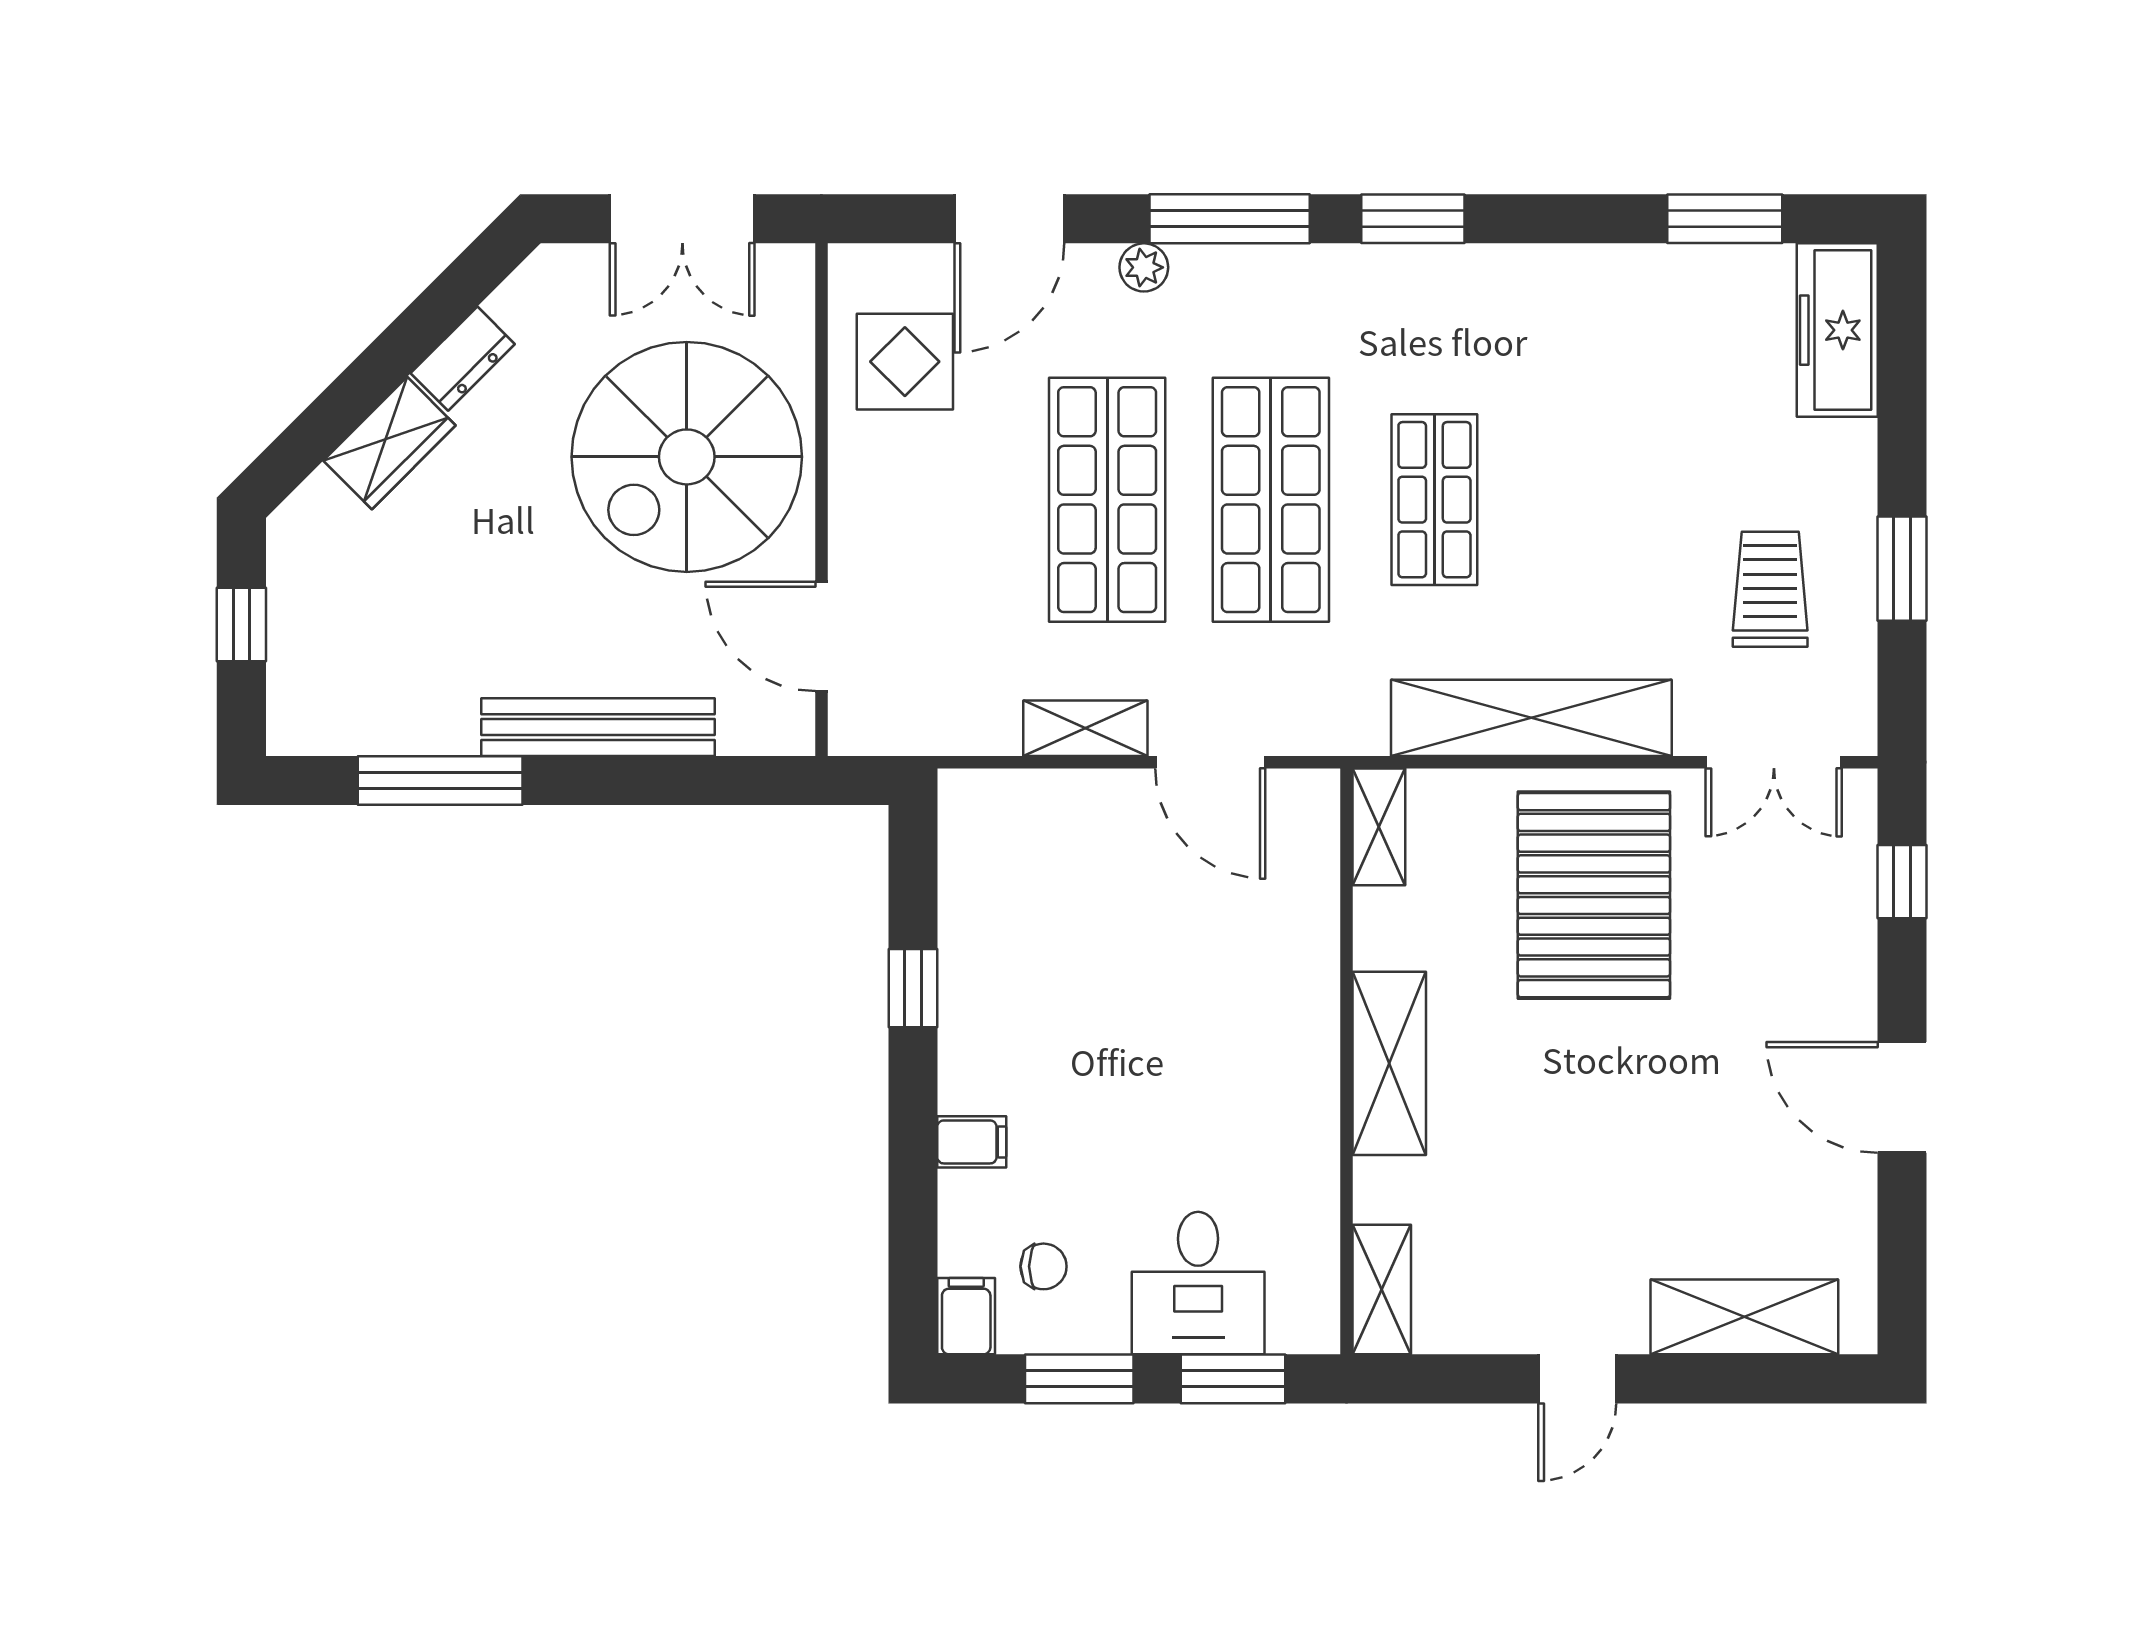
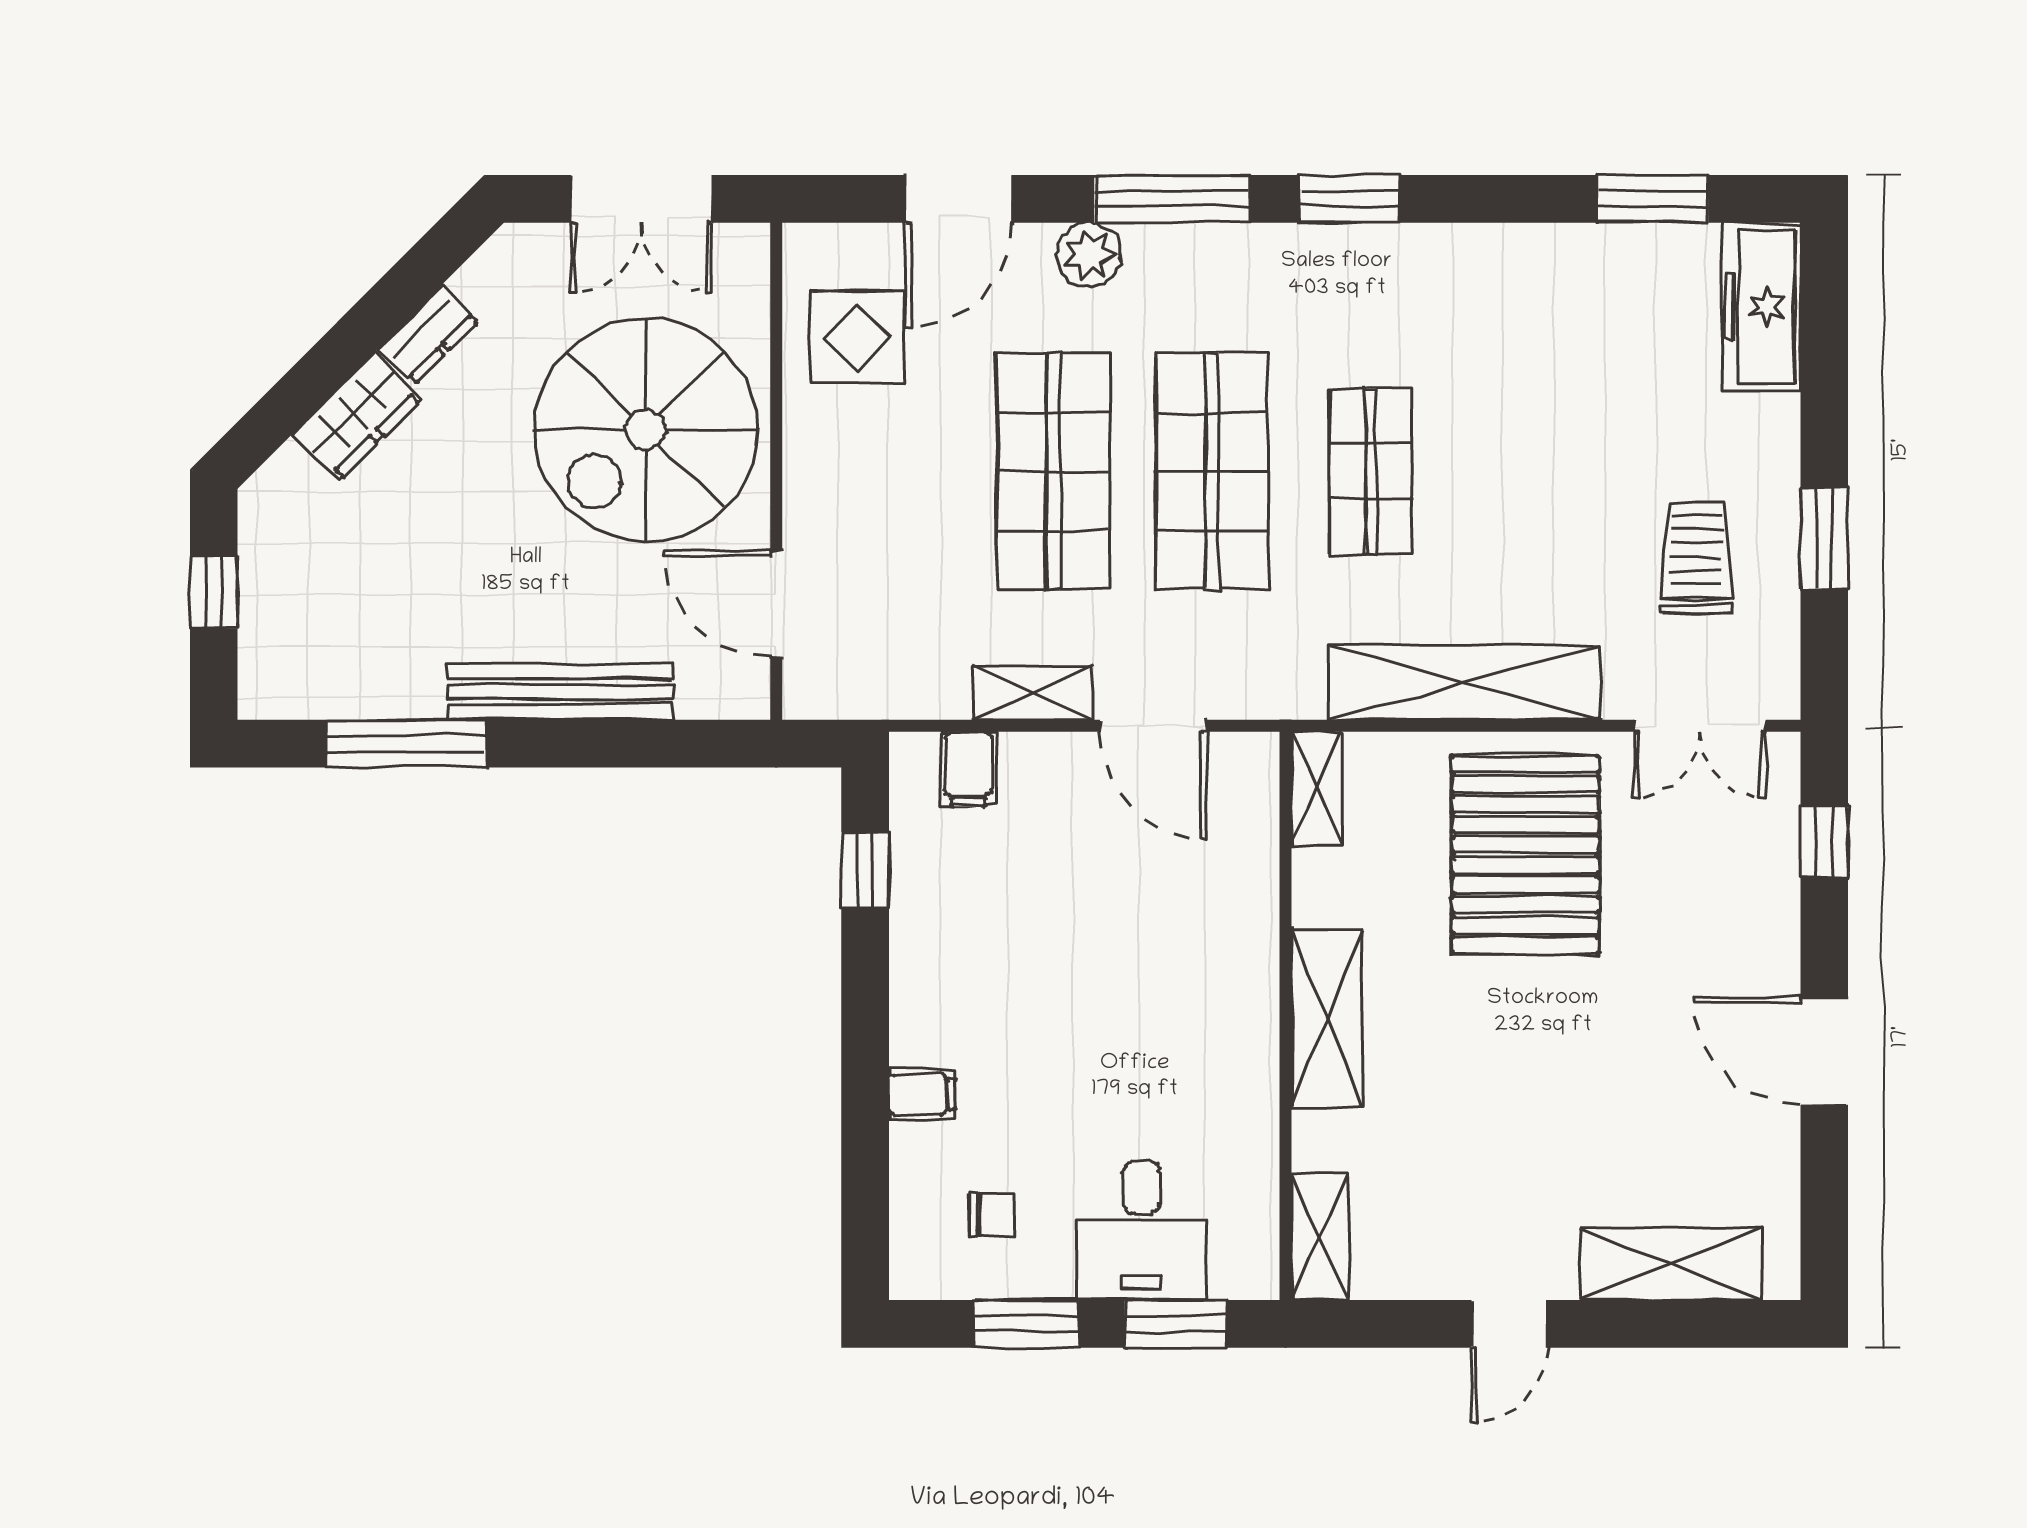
plant: (1144, 267) -> (1089, 255), width x1.38, depth x1.38
window: (913, 988) -> (865, 870), moved
filing cabinet: (966, 1316) -> (968, 769), moved, turned 180

